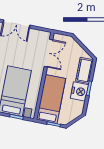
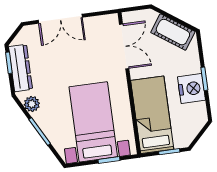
cot: (85, 70) -> (173, 32), moved, turned -55

